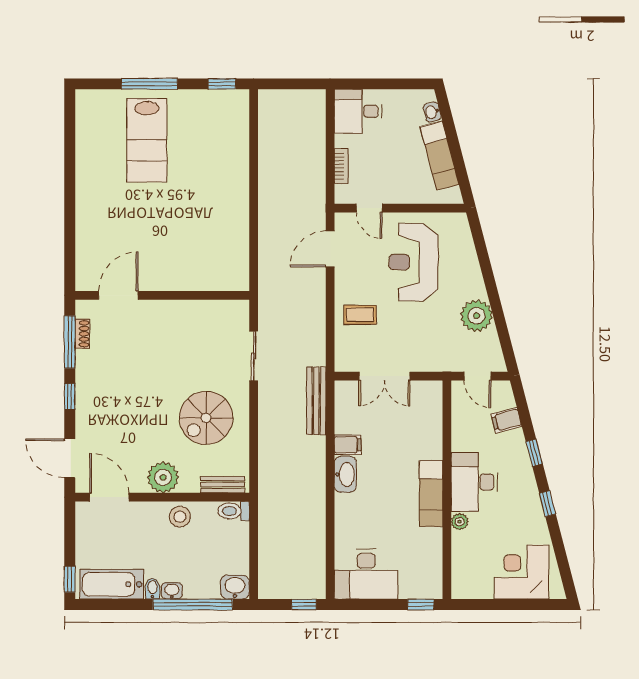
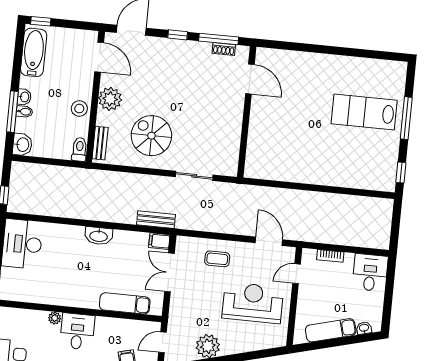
coffee table: (360, 315) -> (217, 259), turned 90
bench: (316, 401) -> (156, 220), width x0.73
filing cabinet: (348, 445) -> (159, 241), moved, turned 90
desk: (474, 482) -> (77, 331), width x0.73
exam couch: (431, 494) -> (125, 303), moved
door: (109, 497) -> (99, 57), hinge flipped
bidet: (152, 589) -> (24, 112), moved
window: (193, 605) -> (12, 112), width x0.68

